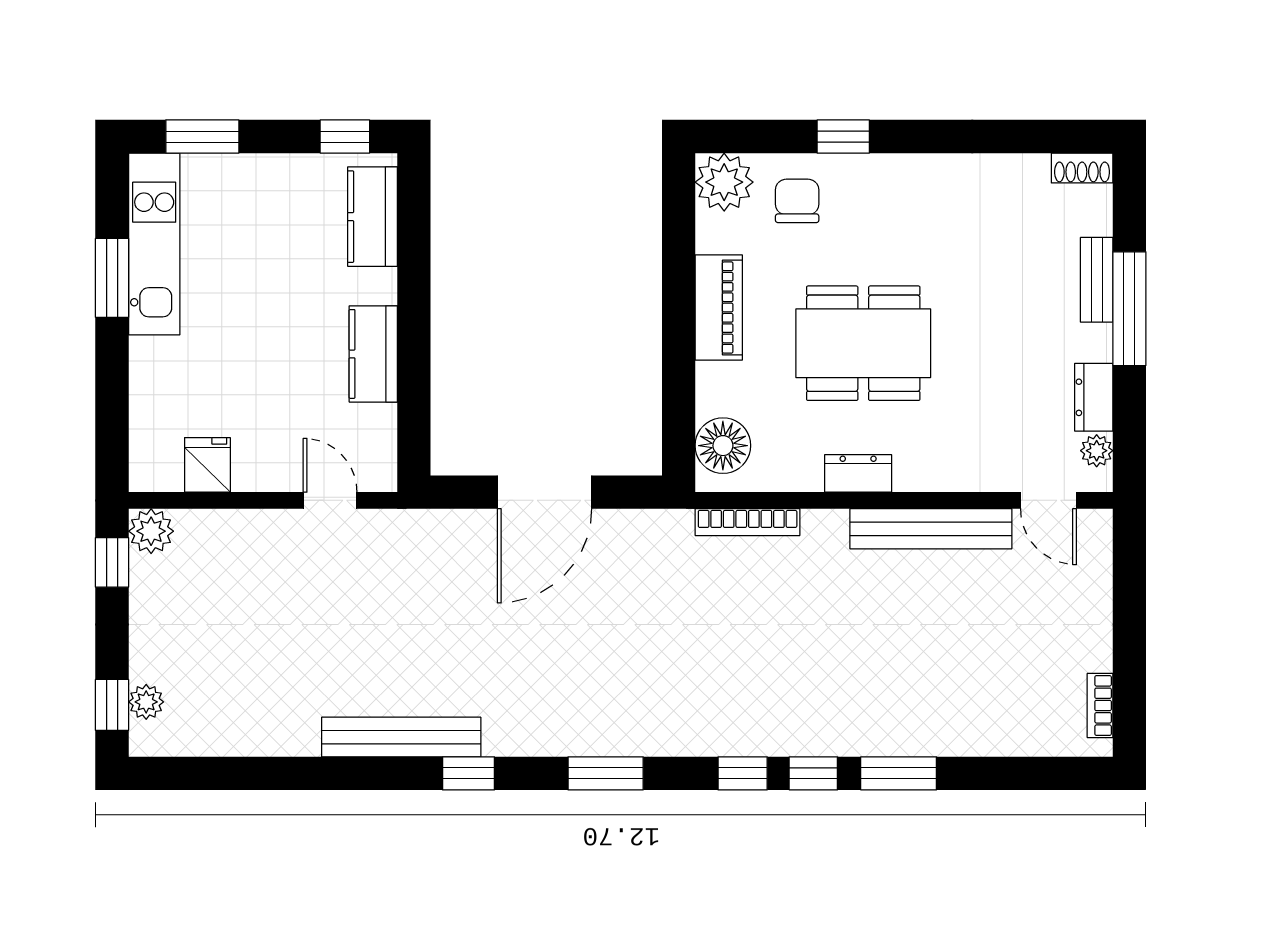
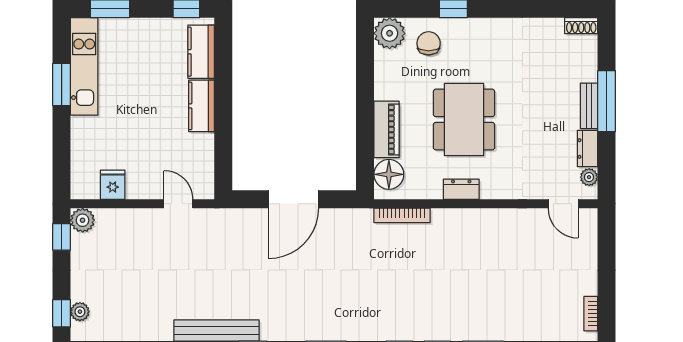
bench: (1097, 280) -> (589, 106), moved
piano: (719, 308) -> (387, 129), moved
dining table: (863, 343) -> (464, 120), turned 90
kitchen counter: (373, 354) -> (202, 106), moved
bench: (931, 529) -> (500, 219), removed

